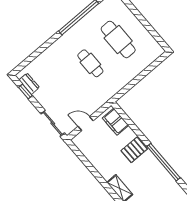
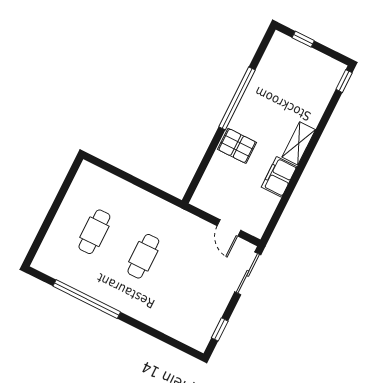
cafe table: (118, 39) -> (94, 232), width x0.73, depth x0.74
dresser: (29, 84) -> (207, 329), removed
filing cabinet: (115, 122) -> (279, 177), moved, turned 180

